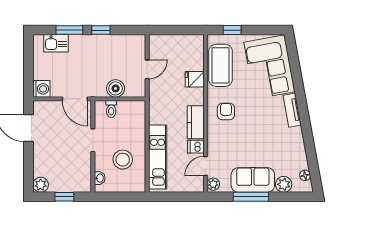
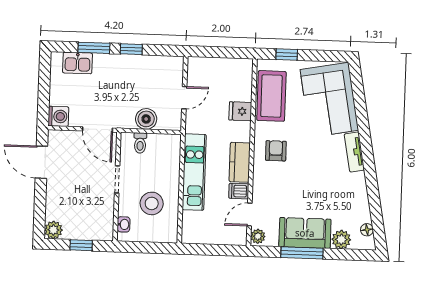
kitchen unit: (158, 157) -> (194, 172), moved

